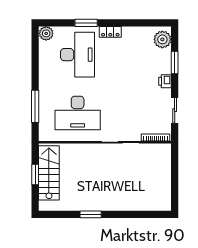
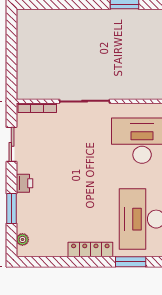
locker: (110, 32) -> (90, 250), width x1.53
plant: (162, 39) -> (22, 239), width x0.53, depth x0.53

